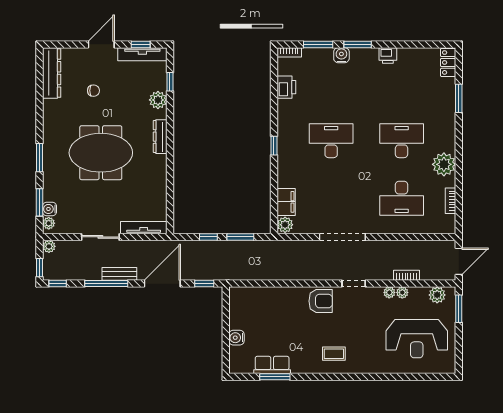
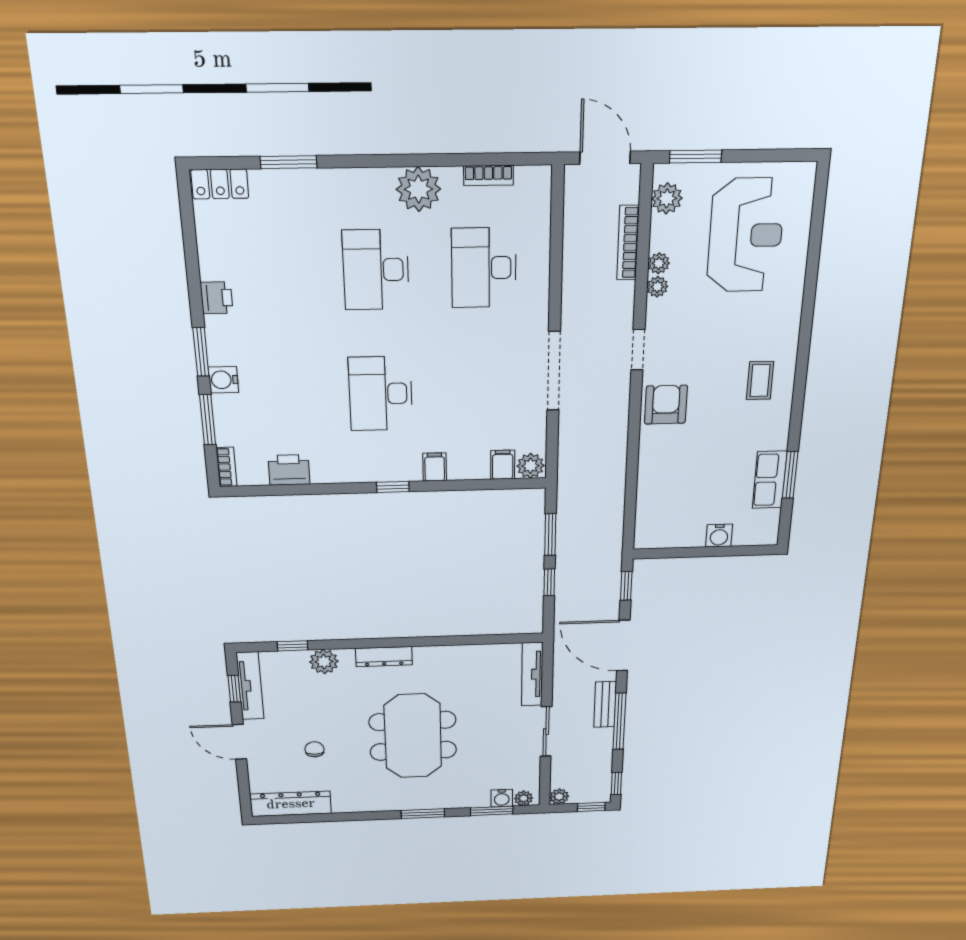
filing cabinet: (286, 170) -> (435, 467), added
desk: (402, 198) -> (484, 268), turned 180
filing cabinet: (286, 202) -> (503, 465), width x0.50
bookcase: (407, 275) -> (628, 243), width x1.56

